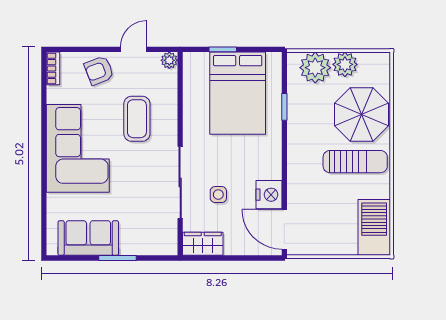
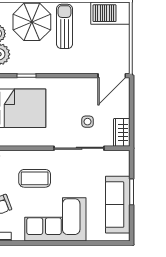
nightstand: (269, 195) -> (88, 86), removed
sofa: (88, 238) -> (118, 205), width x1.36

